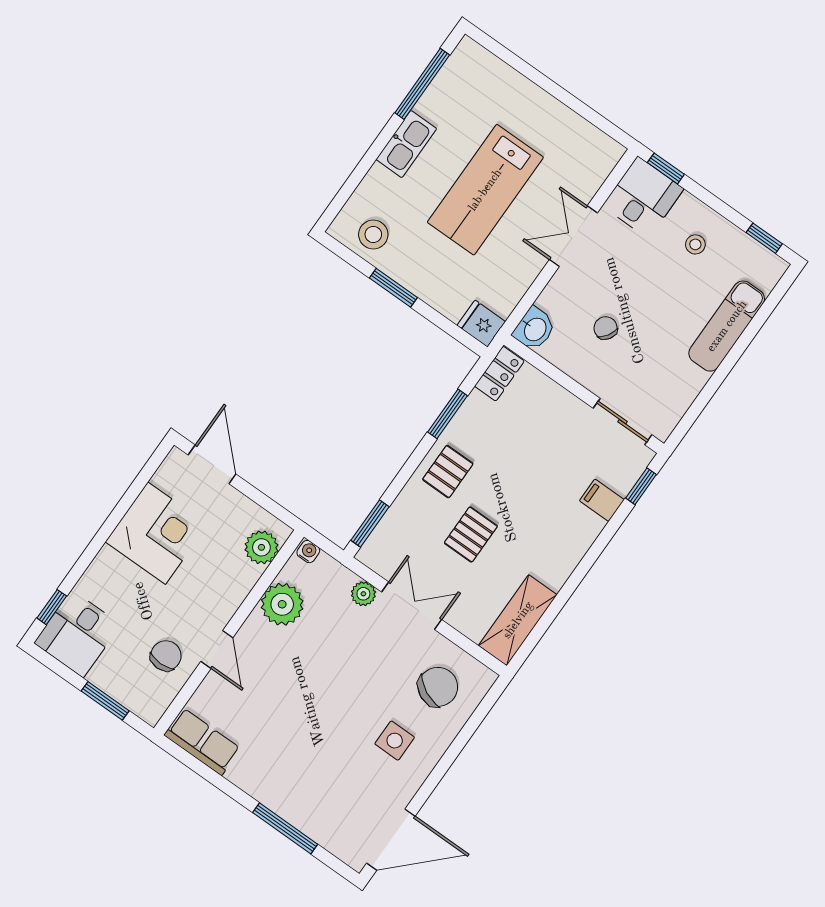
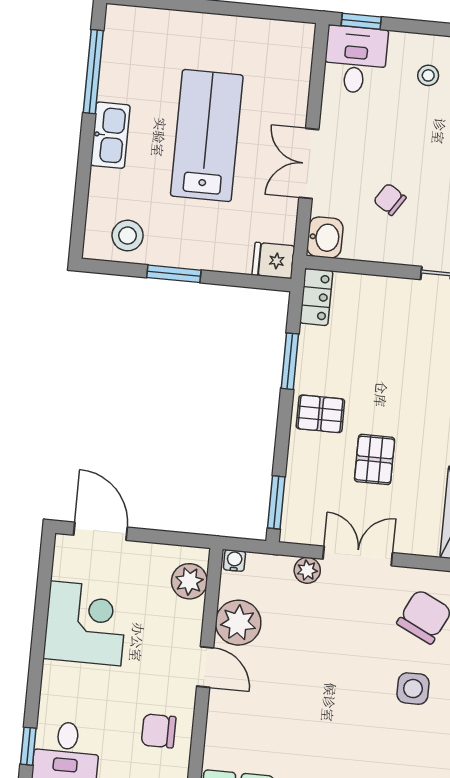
lab bench: (485, 190) -> (207, 136), turned 180
double door: (573, 236) -> (309, 164), moved
pallet: (448, 472) -> (320, 414), turned 90
door: (217, 649) -> (205, 667), moved
chair: (166, 656) -> (159, 731), turned -90

